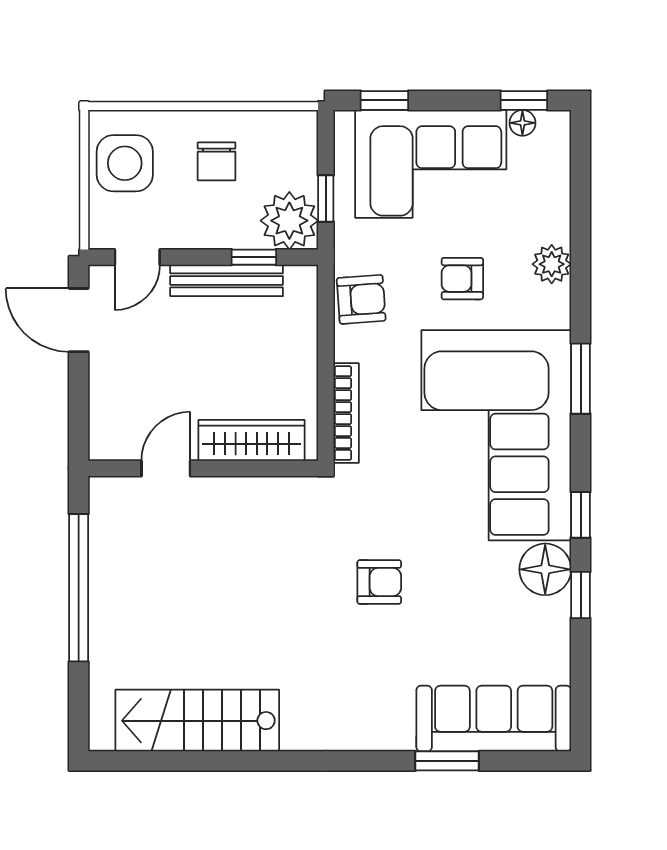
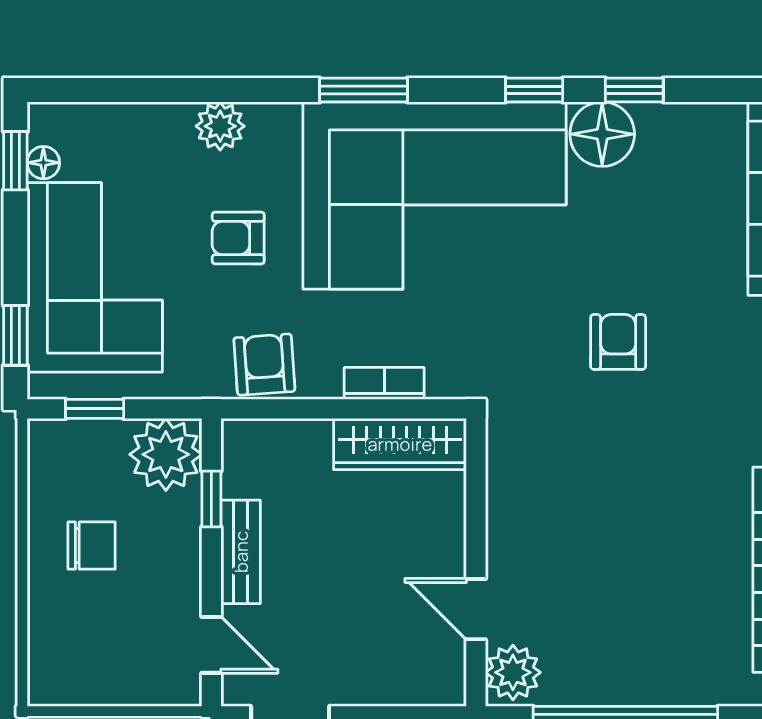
side table: (125, 163) -> (94, 661), removed
window: (326, 198) -> (95, 409), moved
armchair: (462, 279) -> (238, 238), turned 90
bench: (227, 280) -> (241, 552), width x0.73
bookcase: (346, 413) -> (384, 383), width x0.64
wardrobe: (252, 440) -> (400, 444), moved, turned -90
plant: (115, 498) -> (513, 672), added

